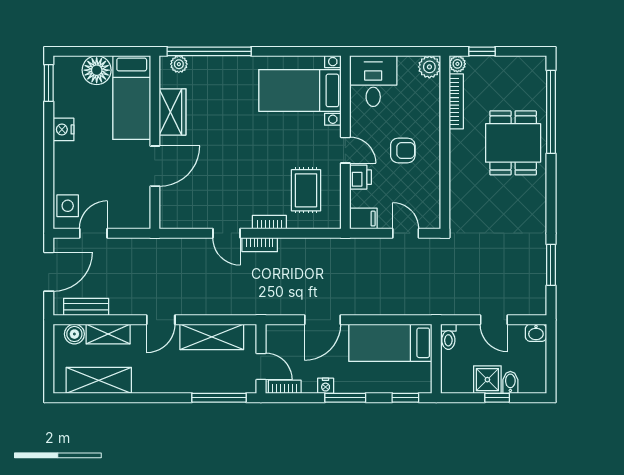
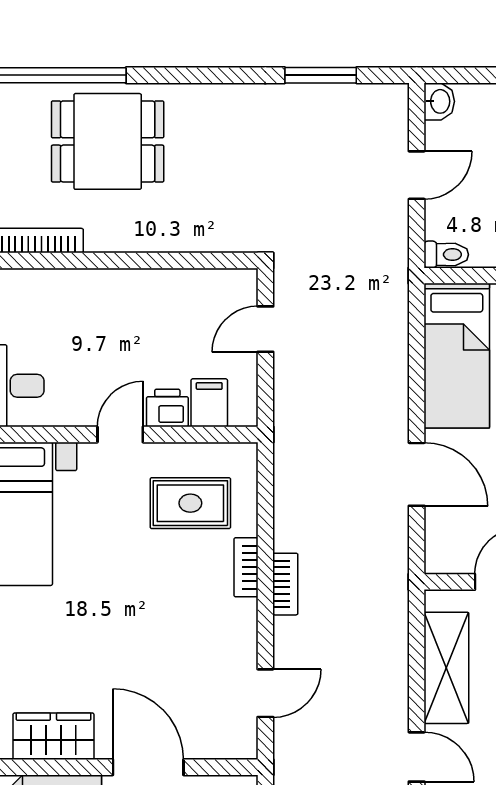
armchair: (403, 150) -> (121, 334), removed
filing cabinet: (363, 219) -> (209, 403), moved
door: (227, 233) -> (265, 693), moved

